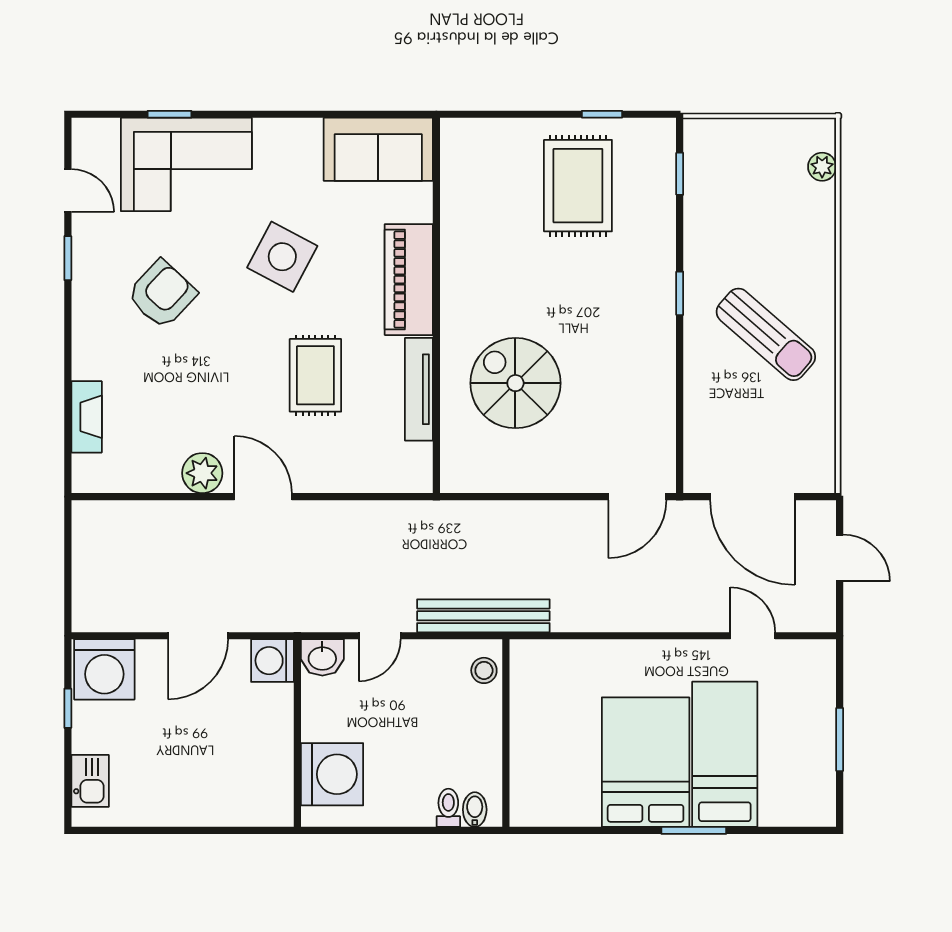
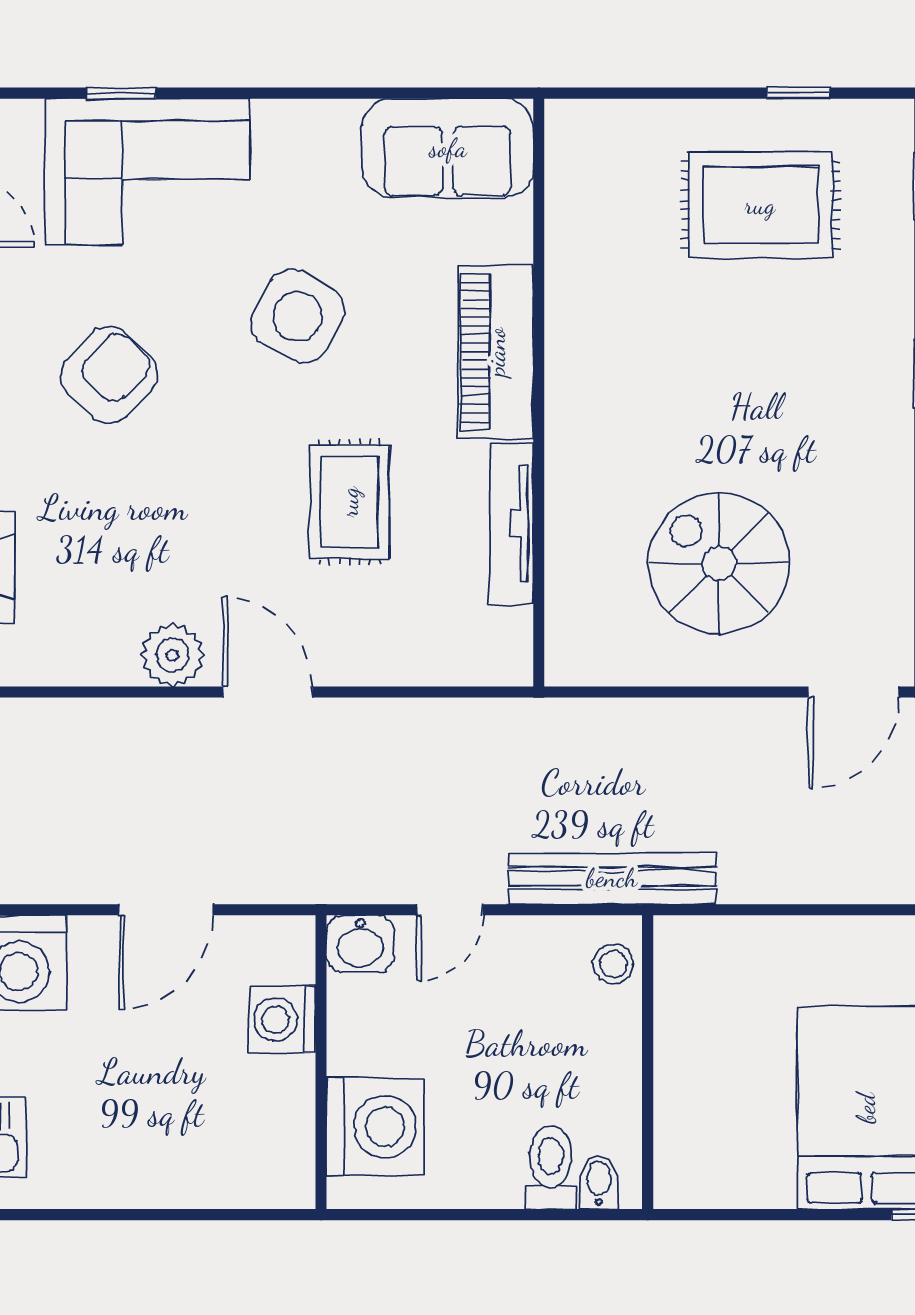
rug: (578, 186) -> (760, 205), turned 90
spiral stairs: (515, 383) -> (719, 563), moved
washing machine: (272, 661) -> (282, 1020), moved
toilet: (448, 808) -> (551, 1168), width x1.37, depth x1.39

